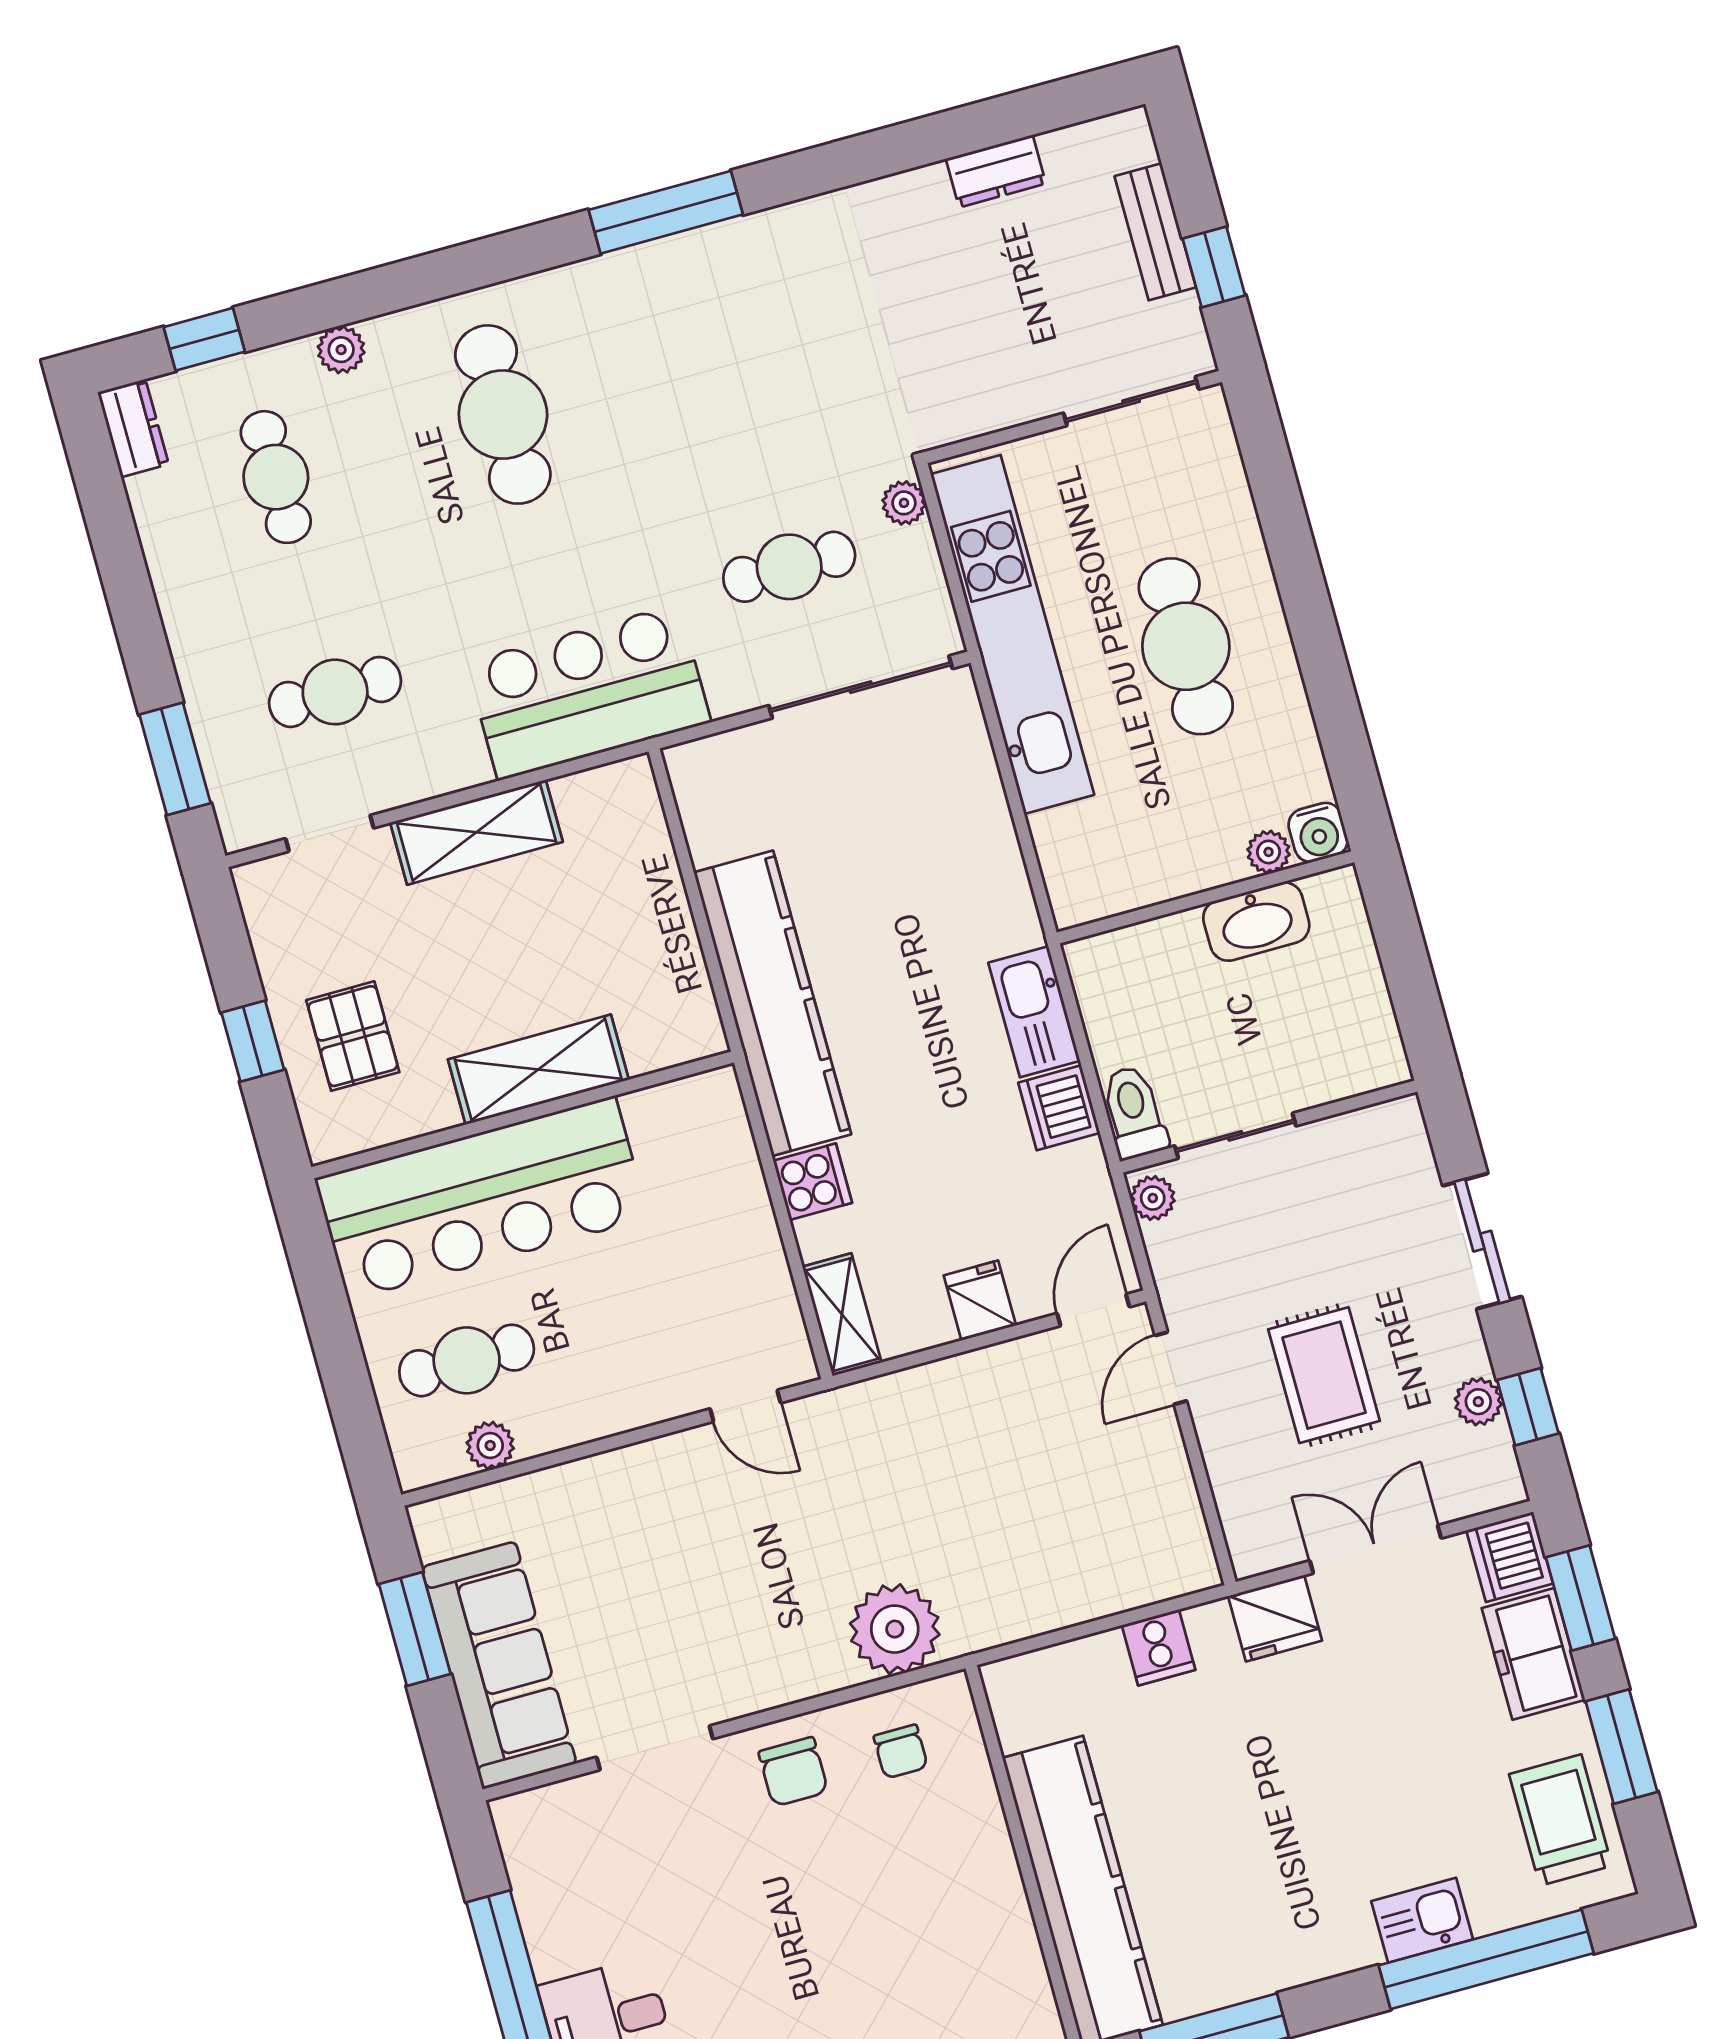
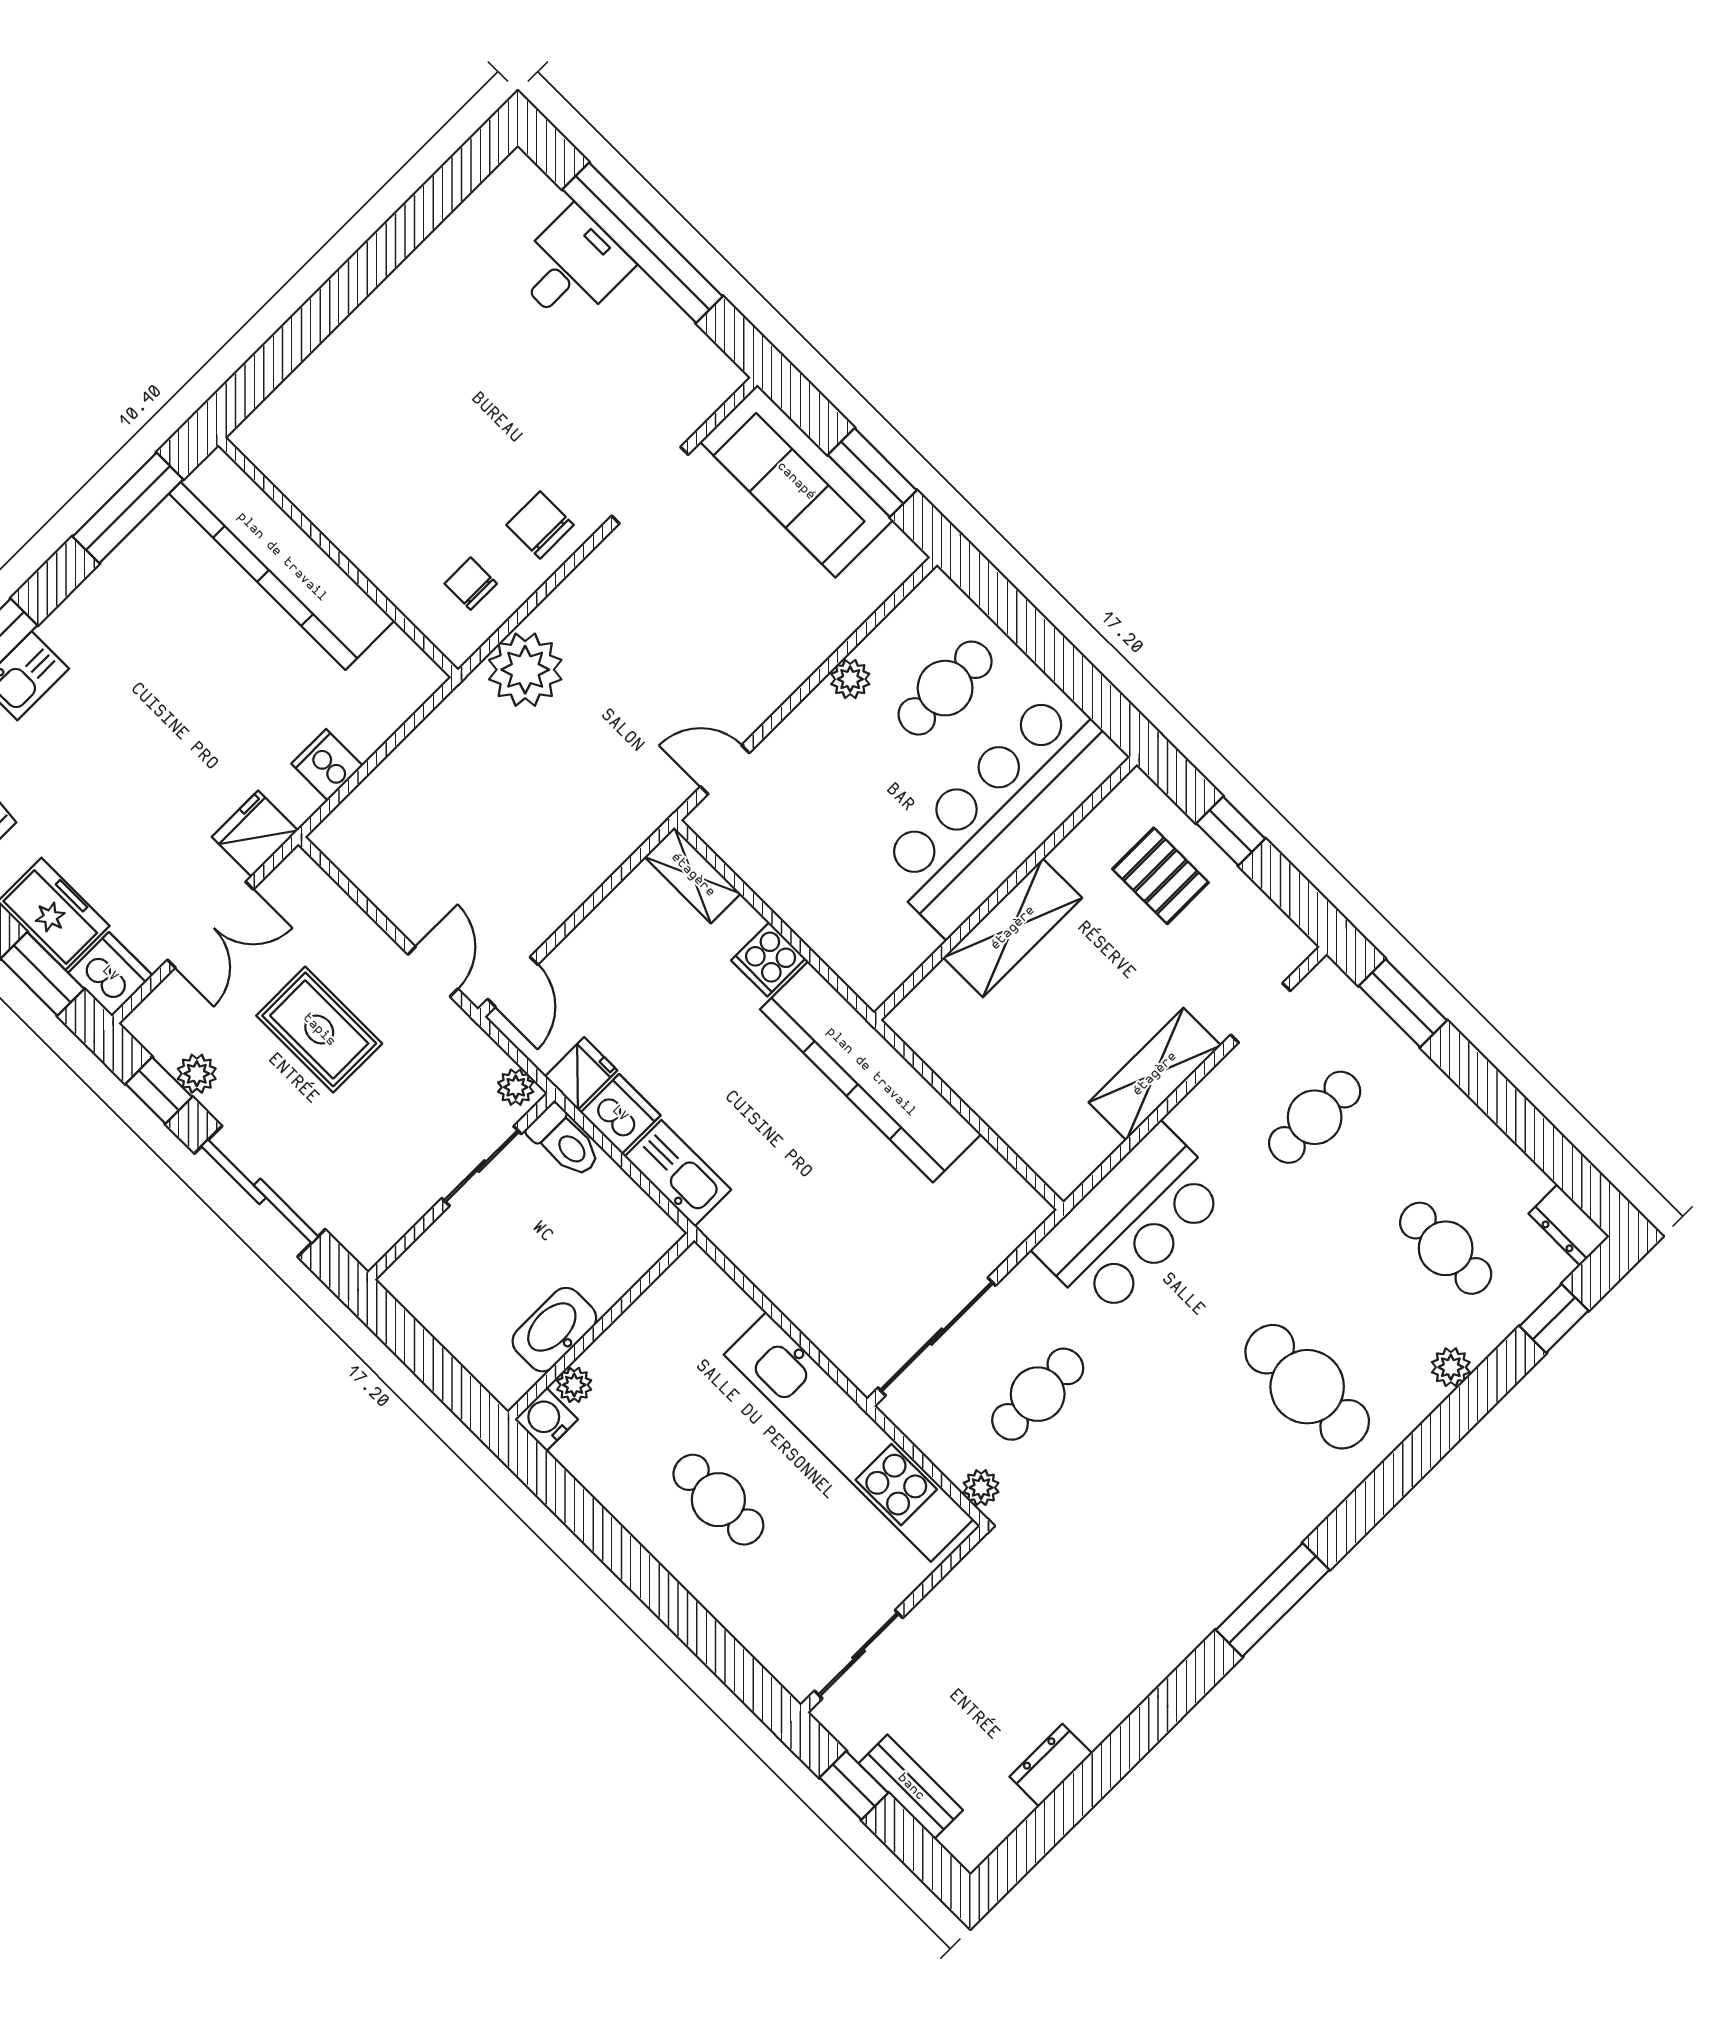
cafe table: (1186, 646) -> (718, 1500), width x0.73, depth x0.74
sliding door: (1482, 1241) -> (260, 1191), width x1.37
fridge: (980, 1300) -> (581, 1073), moved, turned -90
plant: (490, 1446) -> (850, 679), moved

